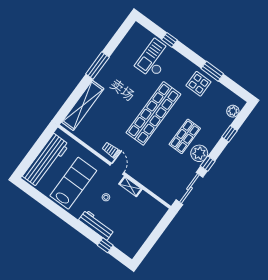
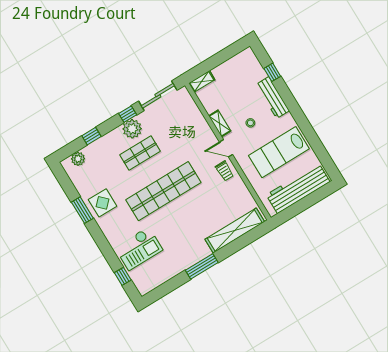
window: (169, 40) -> (123, 276), moved
door: (117, 169) -> (226, 148), hinge flipped
shelving: (159, 214) -> (202, 81), added

